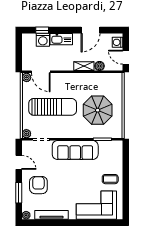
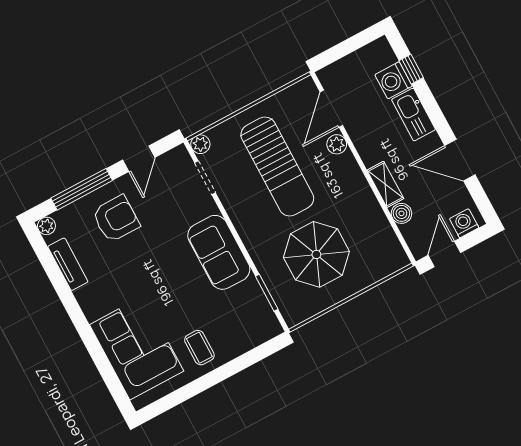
plant: (27, 77) -> (337, 144), moved
sofa: (75, 150) -> (219, 252), width x0.73
window: (19, 193) -> (82, 189), width x1.44
tv unit: (51, 215) -> (68, 264), width x0.71

